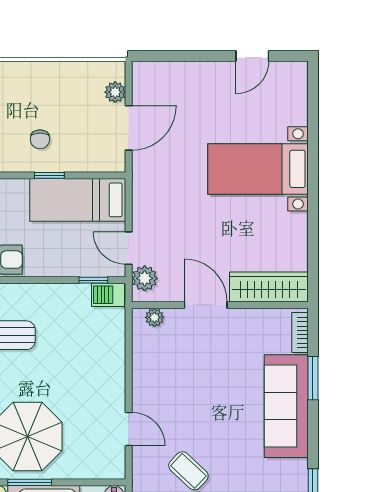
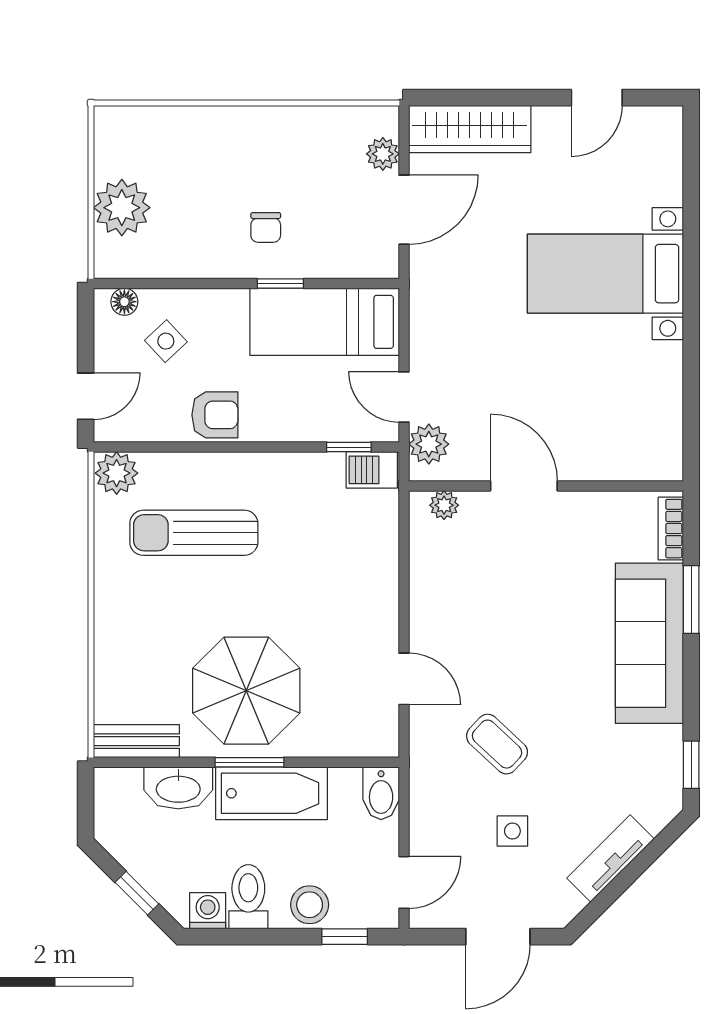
wardrobe: (269, 287) -> (470, 129), moved, turned 180

